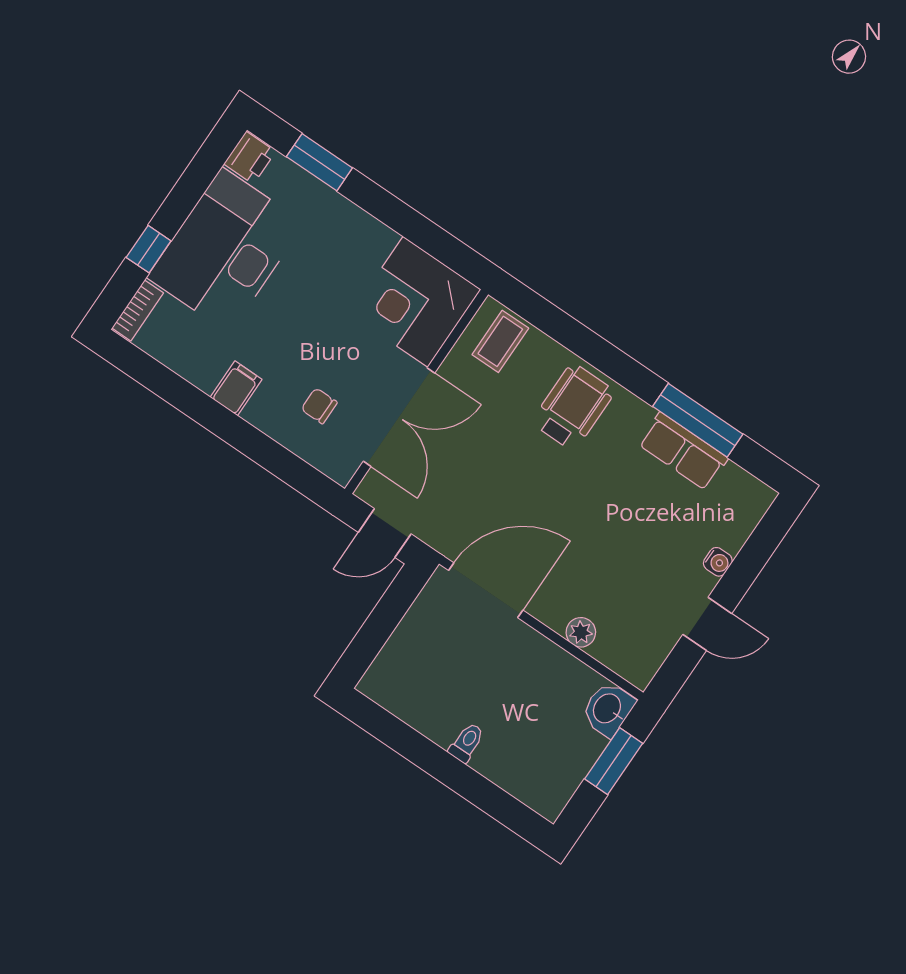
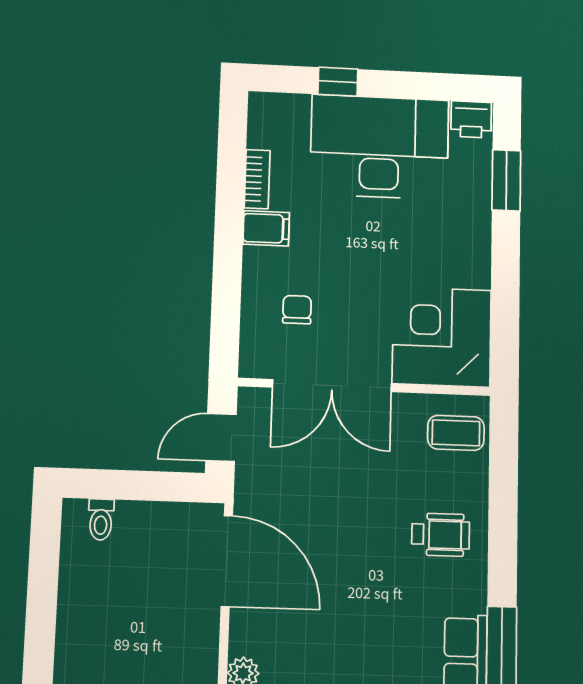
bookcase: (138, 310) -> (257, 179), moved, turned -90
wheelchair: (573, 407) -> (441, 535), width x0.73, depth x0.73
door: (385, 533) -> (221, 437), hinge flipped
toilet: (467, 743) -> (101, 519), moved, turned 90

